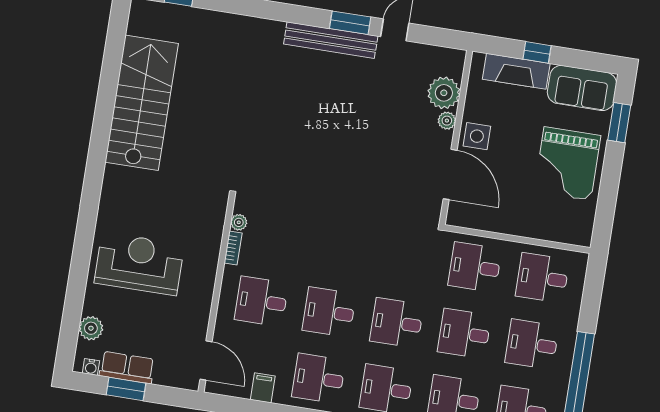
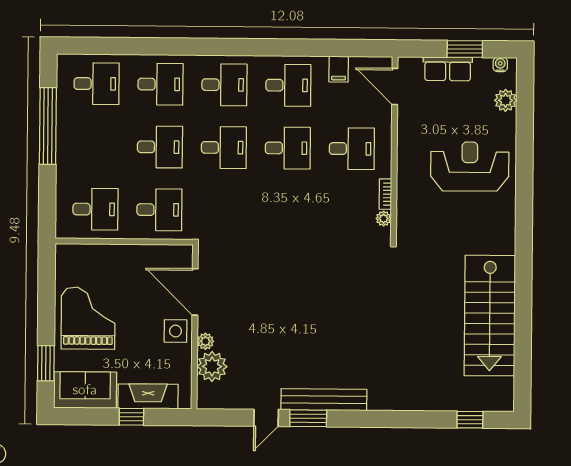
reception desk: (139, 264) -> (470, 166), turned 180
desk: (532, 344) -> (96, 146), removed
row of seats: (127, 368) -> (448, 69), moved

